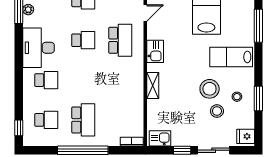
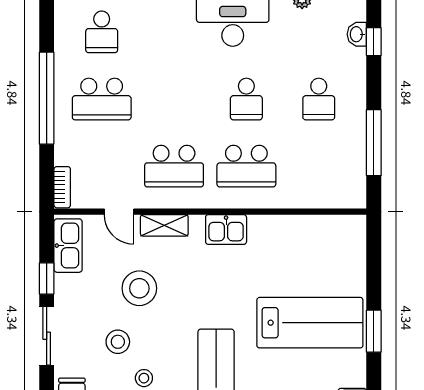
door: (145, 13) -> (119, 212), moved
school desk: (46, 80) -> (174, 166), moved, width x1.85
stool: (210, 89) -> (139, 288), moved
kitchen sink: (160, 138) -> (68, 246), width x1.38

